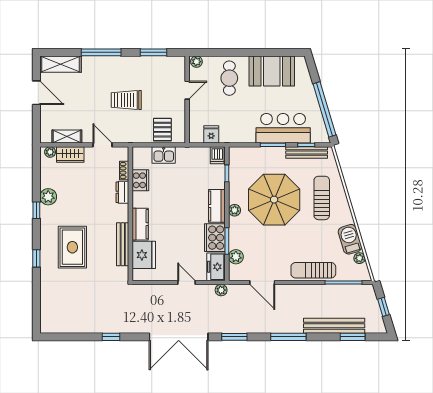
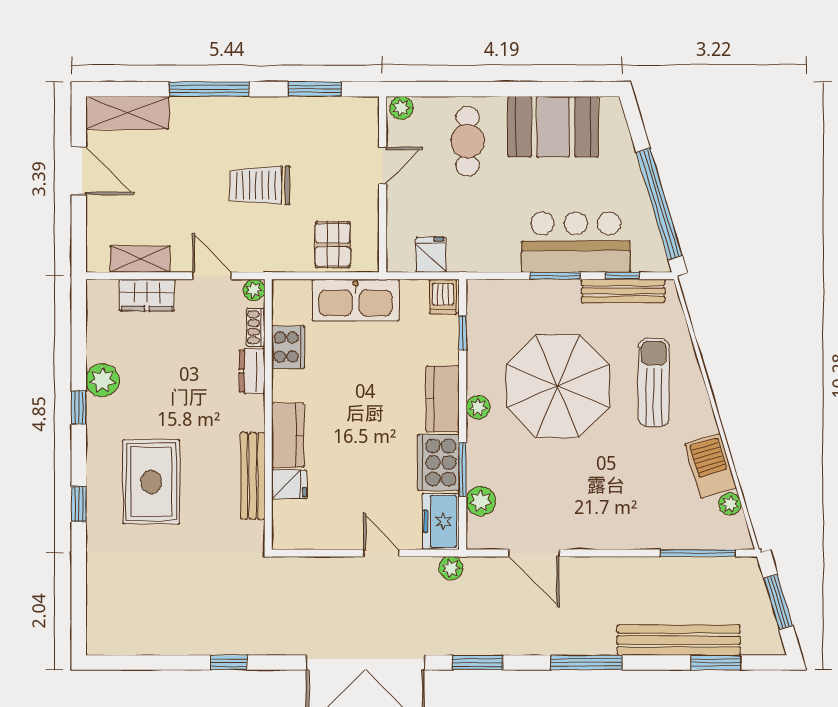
plant: (50, 152) -> (254, 290), moved
kitchen sink: (164, 155) -> (356, 300), width x1.87, depth x1.24
fridge: (144, 255) -> (289, 484), width x0.53, depth x0.75
sun lounger: (313, 270) -> (637, 528), removed
window: (384, 307) -> (778, 602), width x1.50

